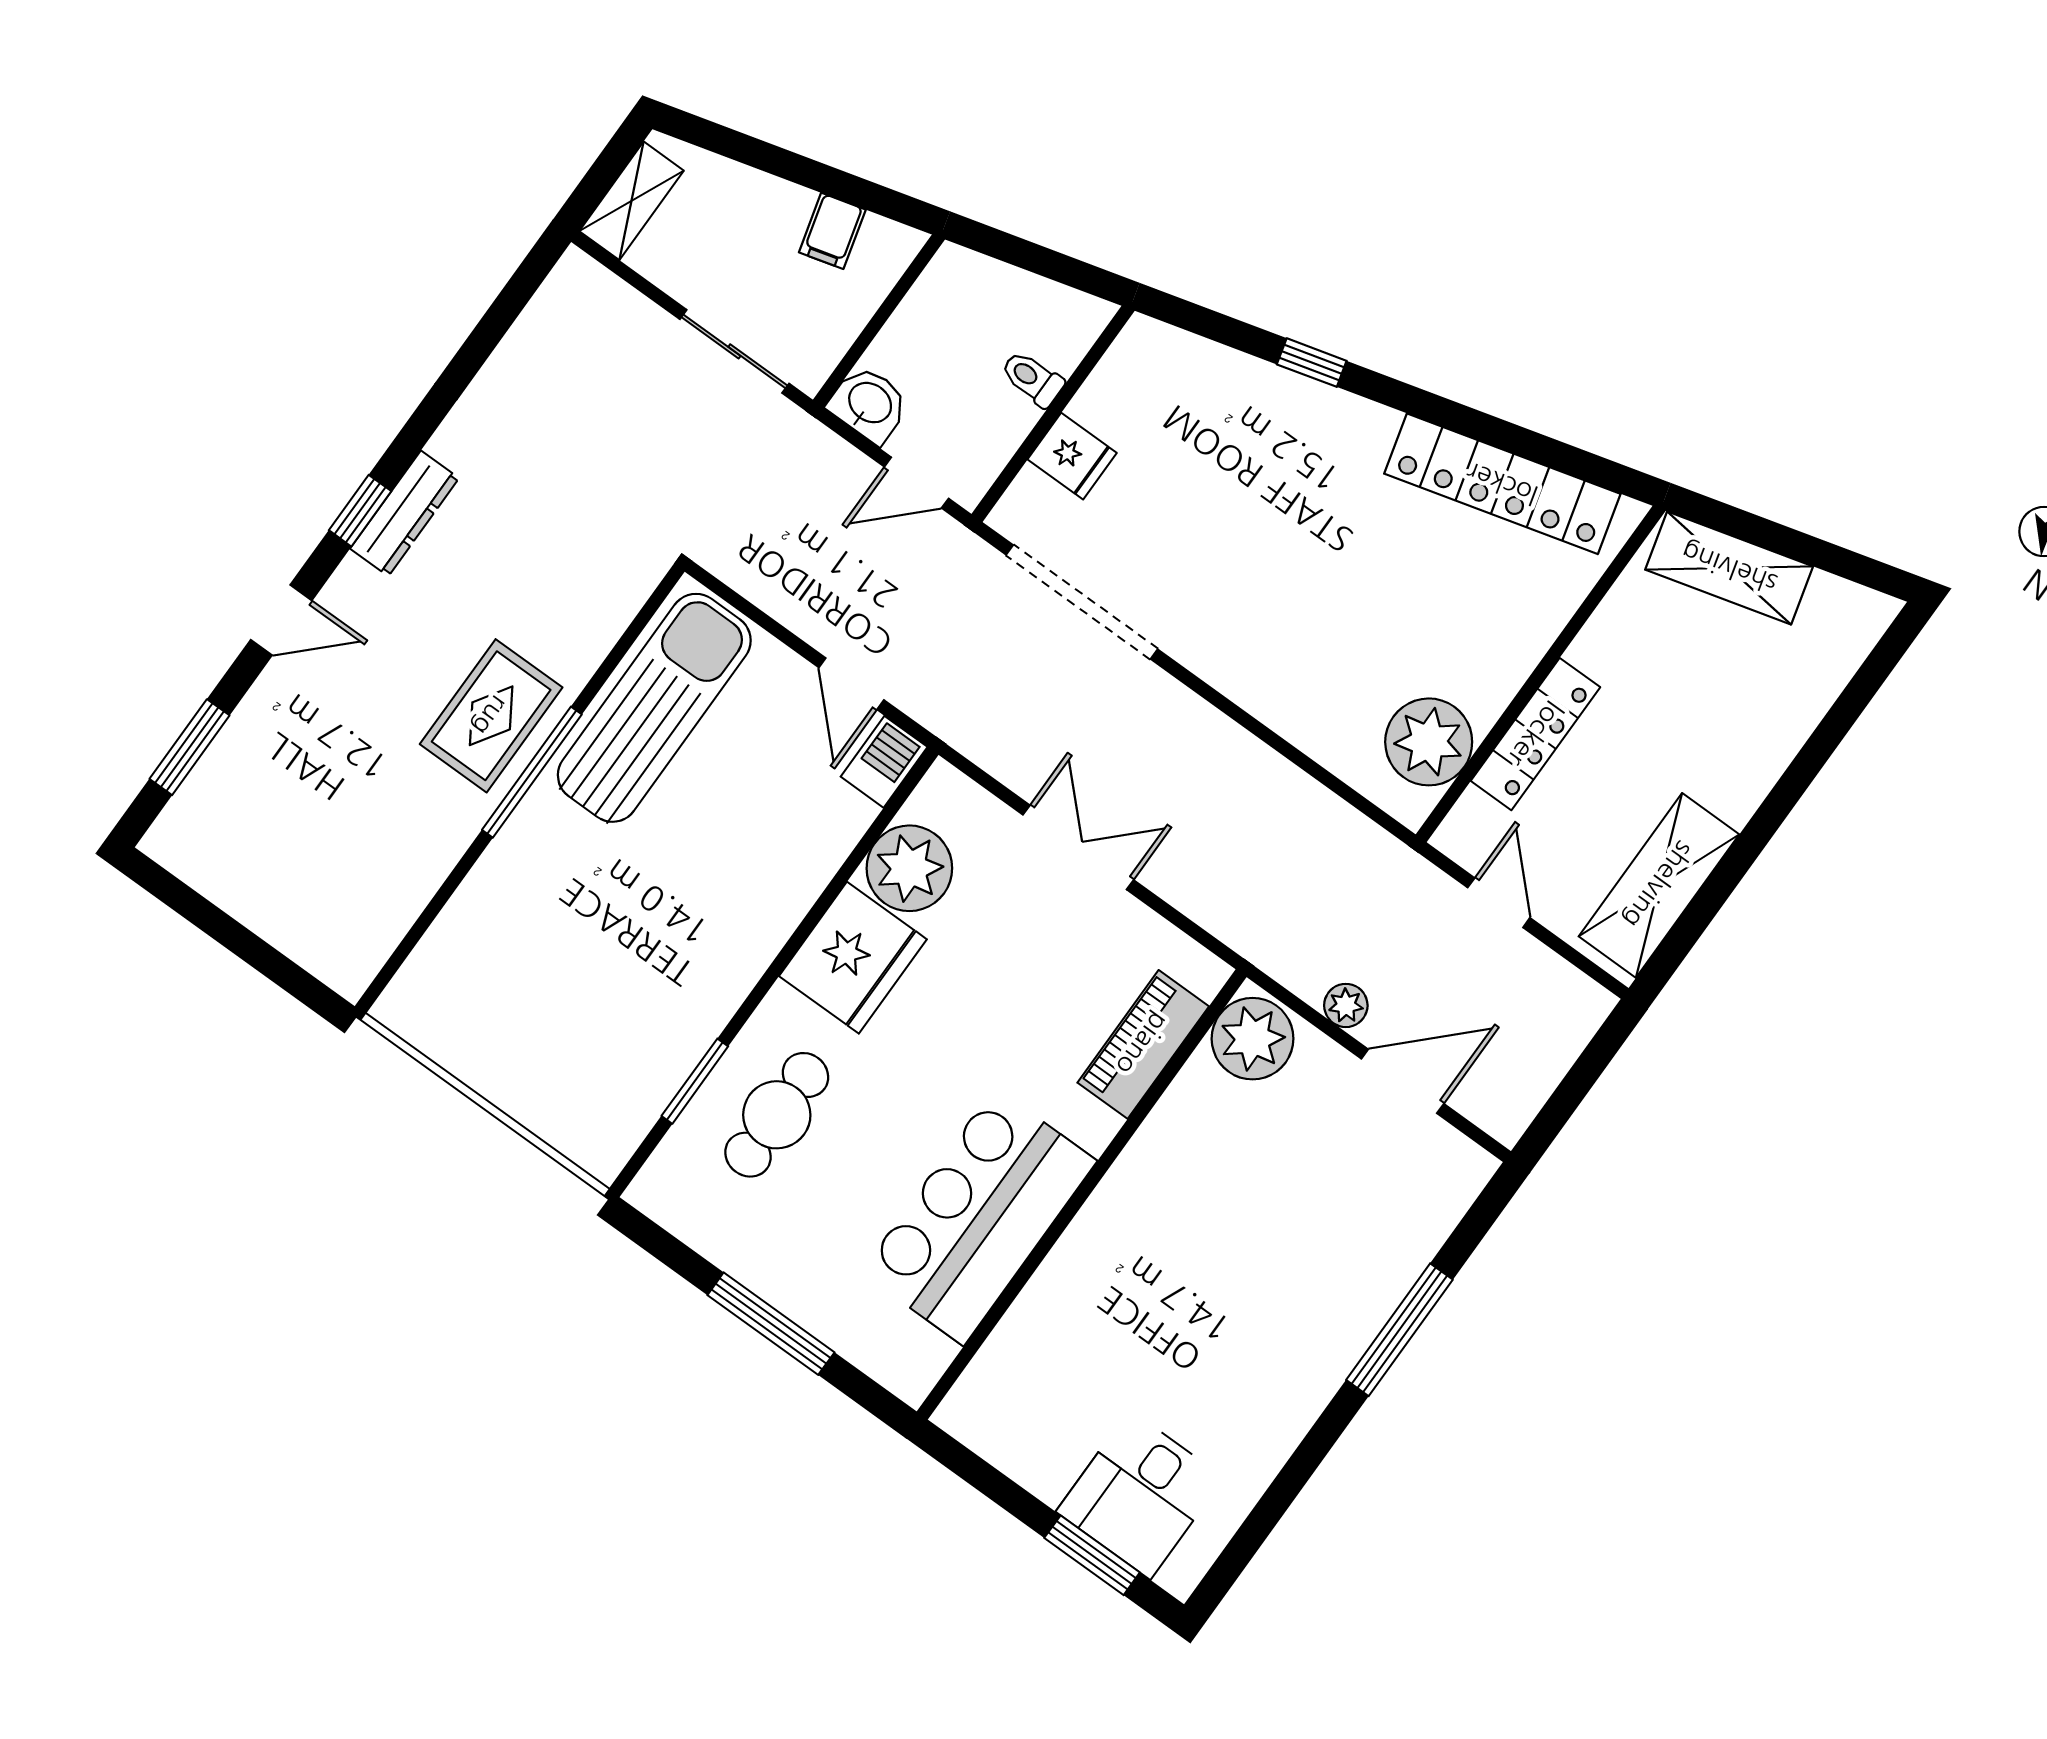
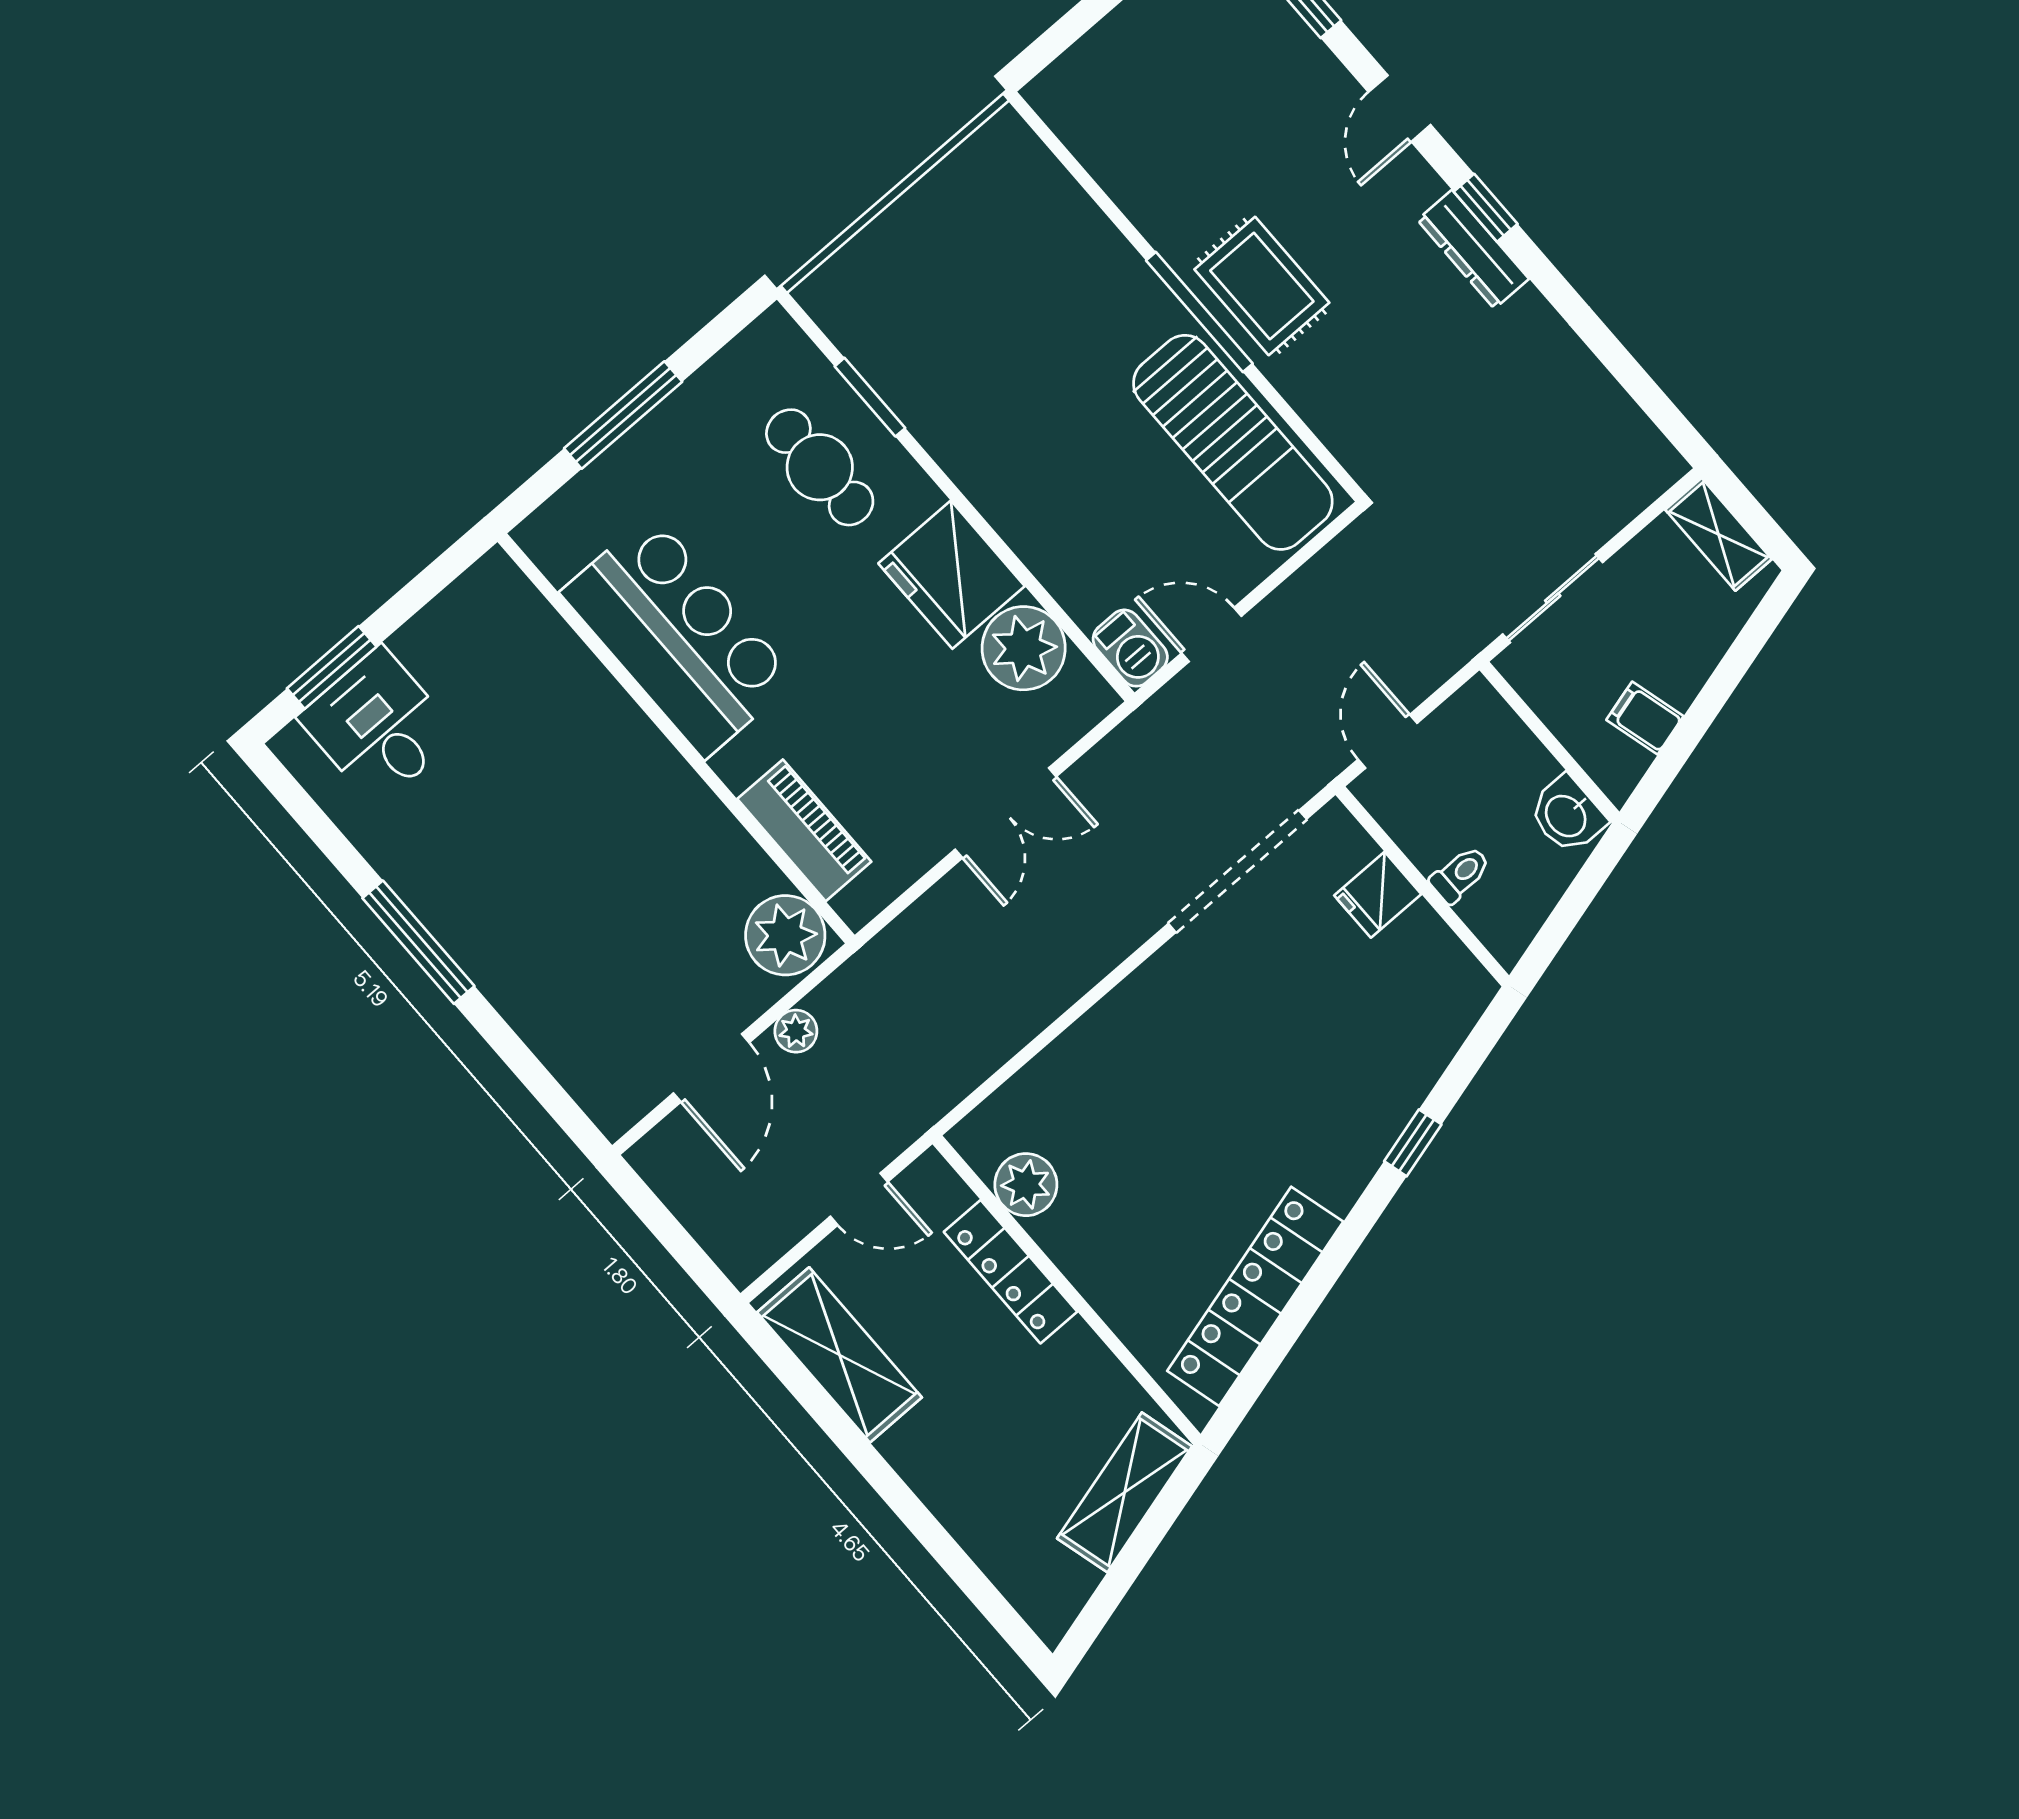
washbasin: (869, 404) -> (1567, 815), moved, turned 90
plant: (1429, 742) -> (1026, 1185), width x0.73, depth x0.73
window: (1399, 1330) -> (418, 942), moved

